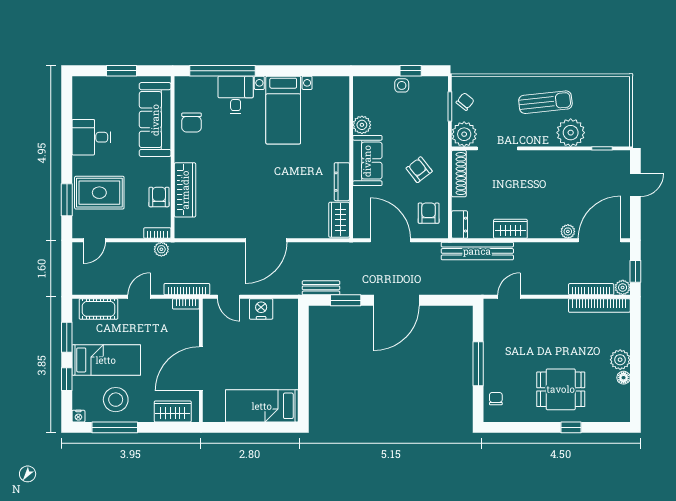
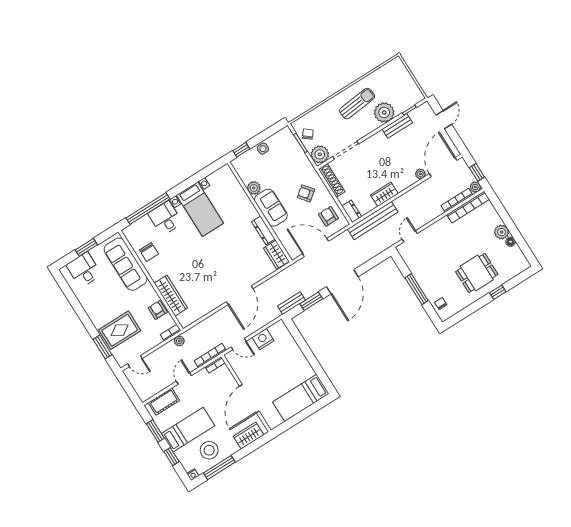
window: (411, 71) -> (241, 150), moved
desk: (91, 137) -> (84, 270), moved, turned 90
bench: (576, 158) -> (397, 126), added
door: (94, 240) -> (135, 361), hinge flipped

